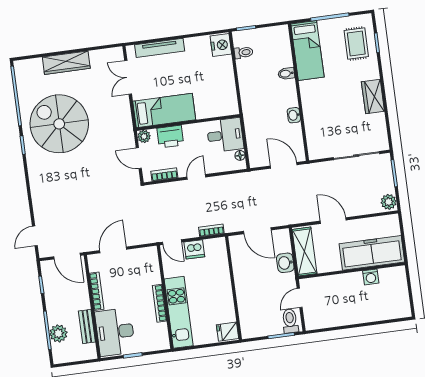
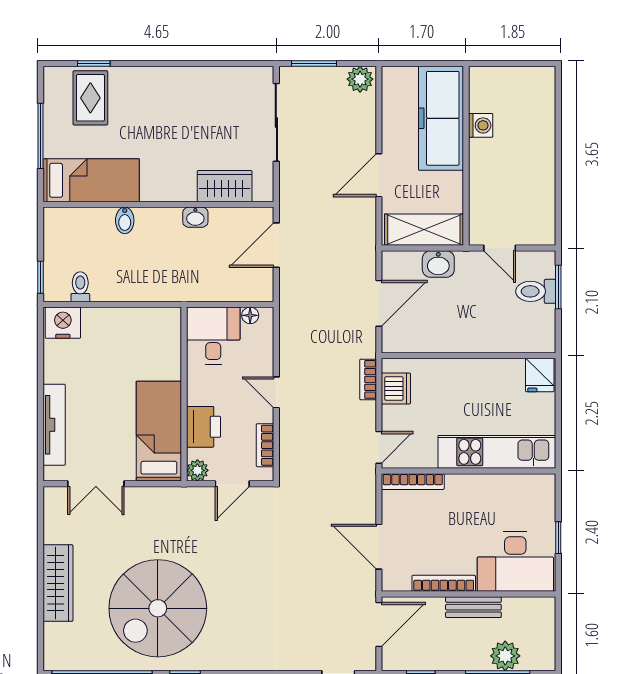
rug: (356, 44) -> (90, 98), turned 90
wardrobe: (373, 97) -> (225, 186), moved, turned 180
dishwasher: (194, 249) -> (396, 388), moved
bookcase: (160, 303) -> (413, 482), moved
toilet: (290, 321) -> (536, 291), moved
bench: (87, 327) -> (473, 607), moved

